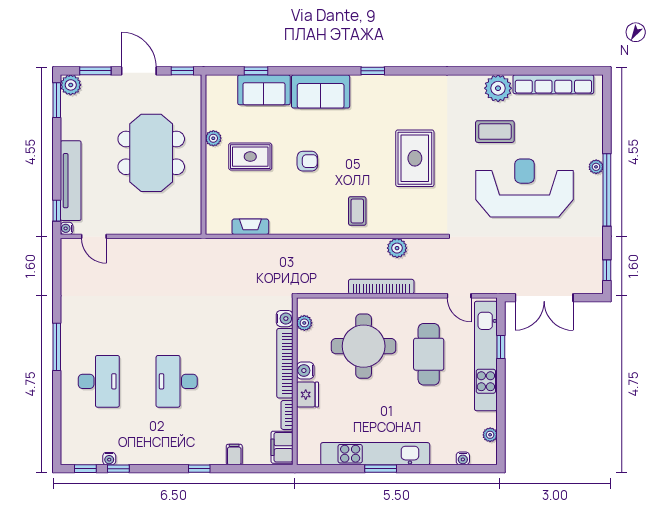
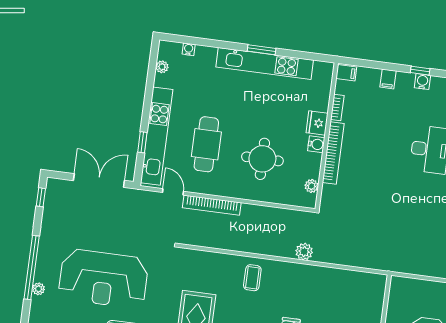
fireplace: (250, 227) -> (348, 276), removed
plant: (397, 248) -> (304, 252), moved
bookcase: (381, 287) -> (212, 205), moved
water cooler: (285, 319) -> (422, 82), moved, turned 90
round table: (364, 346) -> (262, 159), width x0.73, depth x0.73
filing cabinet: (282, 447) -> (346, 73), width x0.50

